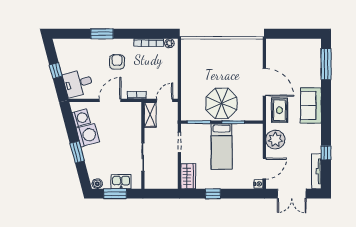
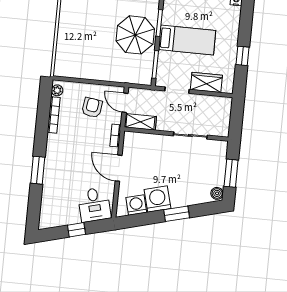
armchair: (117, 62) -> (92, 108), moved, turned 98
wardrobe: (188, 176) -> (206, 82), moved
kitchen sink: (121, 182) -> (217, 165), removed

